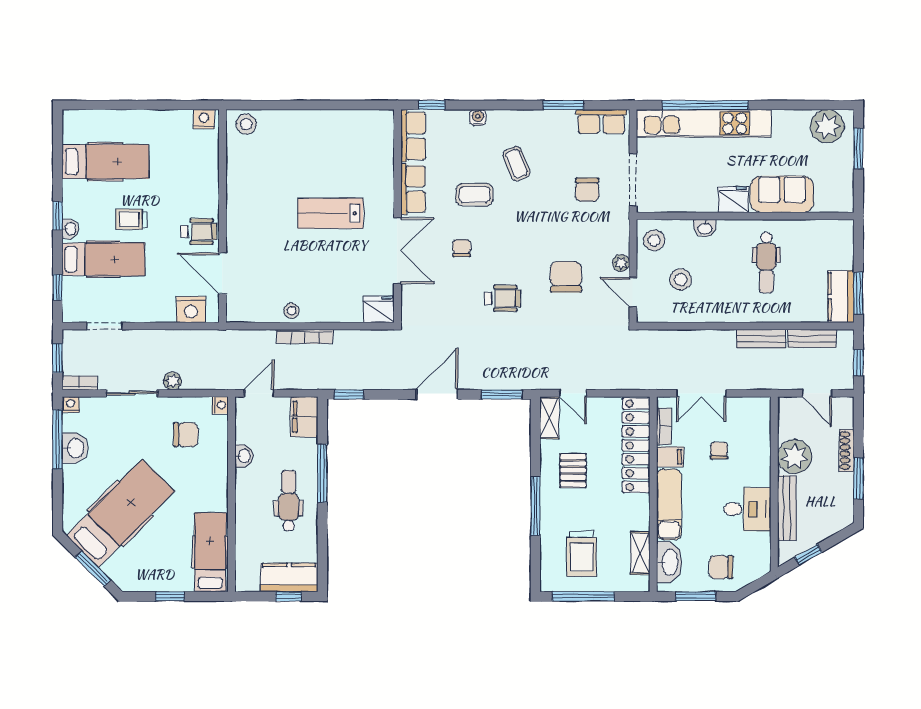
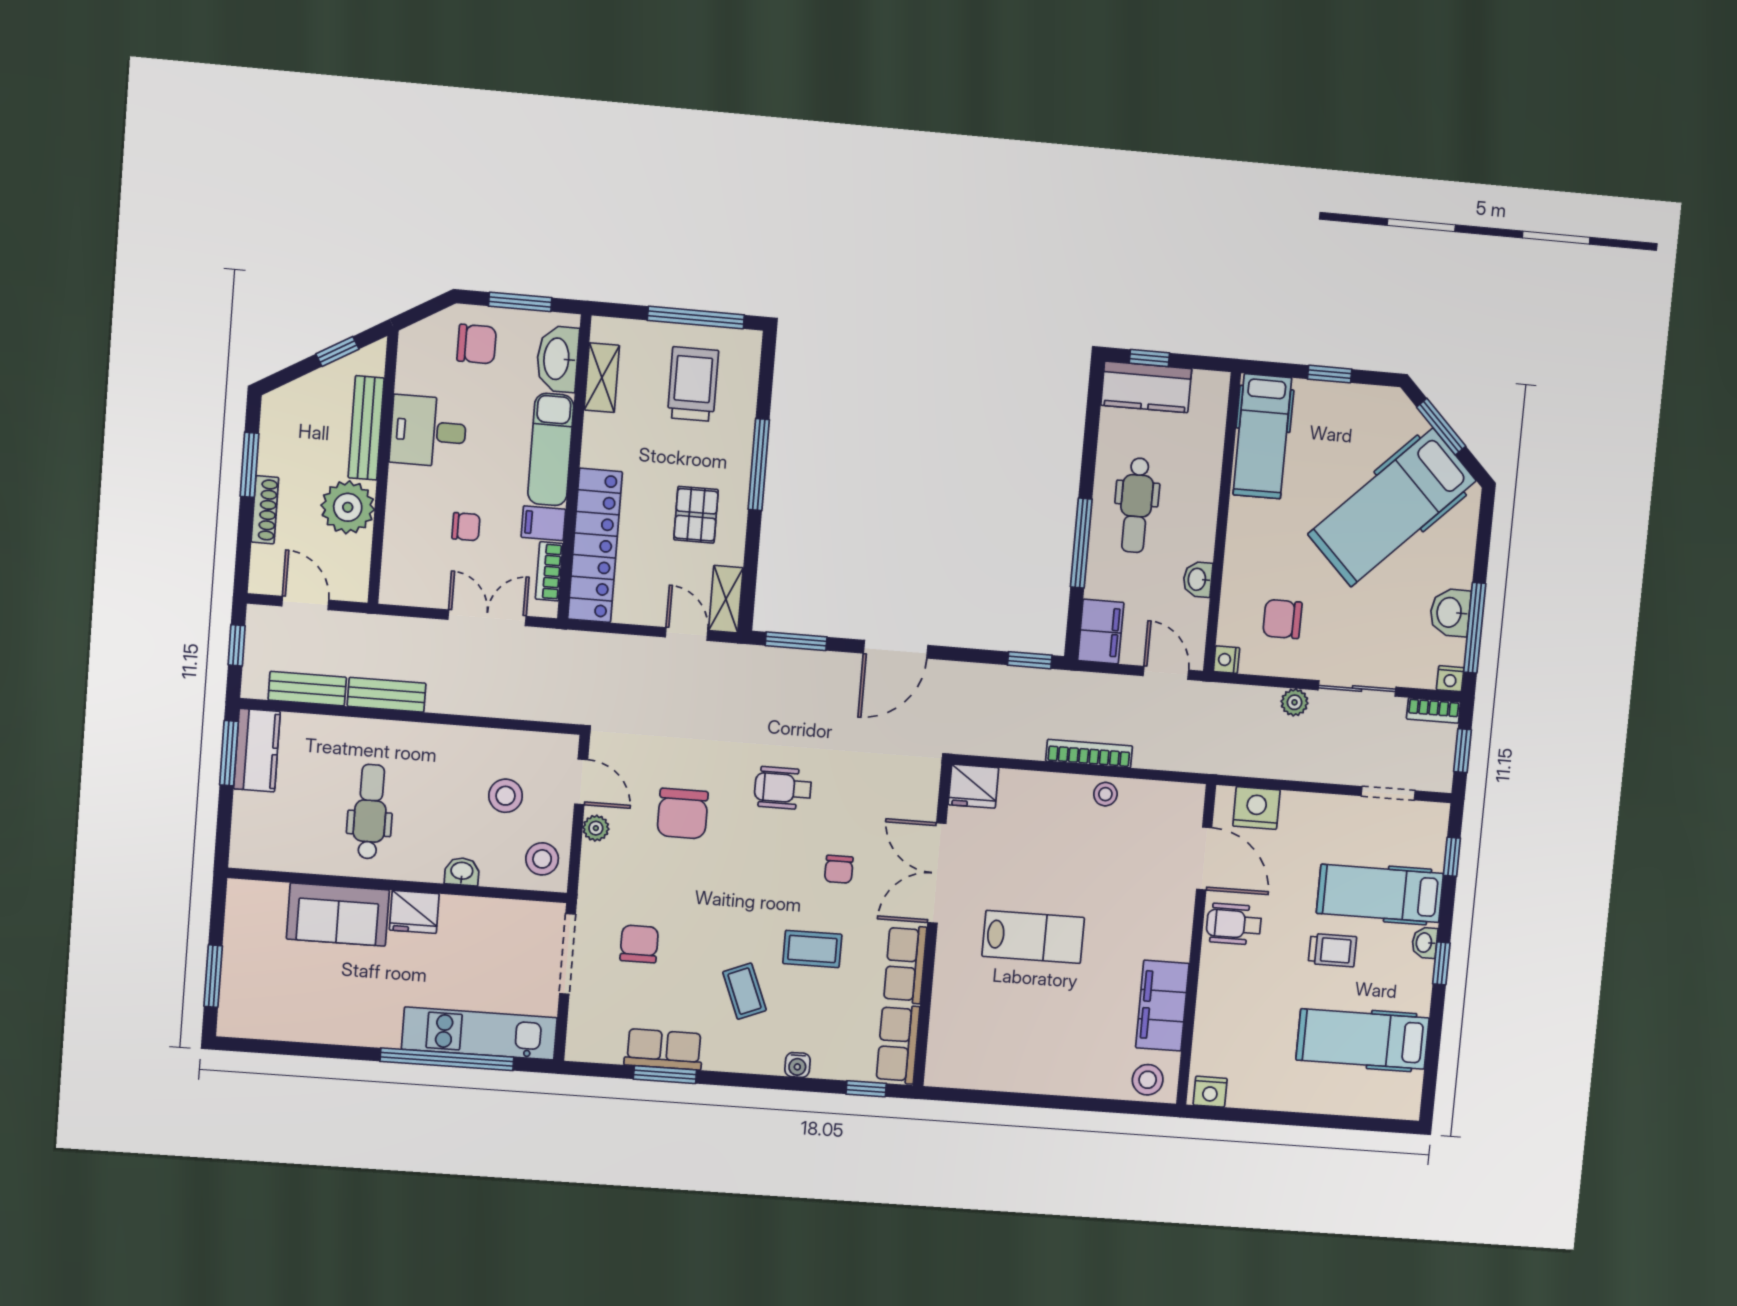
row of seats: (601, 122) -> (664, 1049), moved
kitchen unit: (704, 123) -> (479, 1033), width x0.73
plant: (827, 126) -> (260, 1014), removed
filing cabinet: (241, 174) -> (1162, 1006), added
door: (259, 393) -> (1166, 673), swing flipped
chair: (719, 450) -> (466, 527), turned -90

